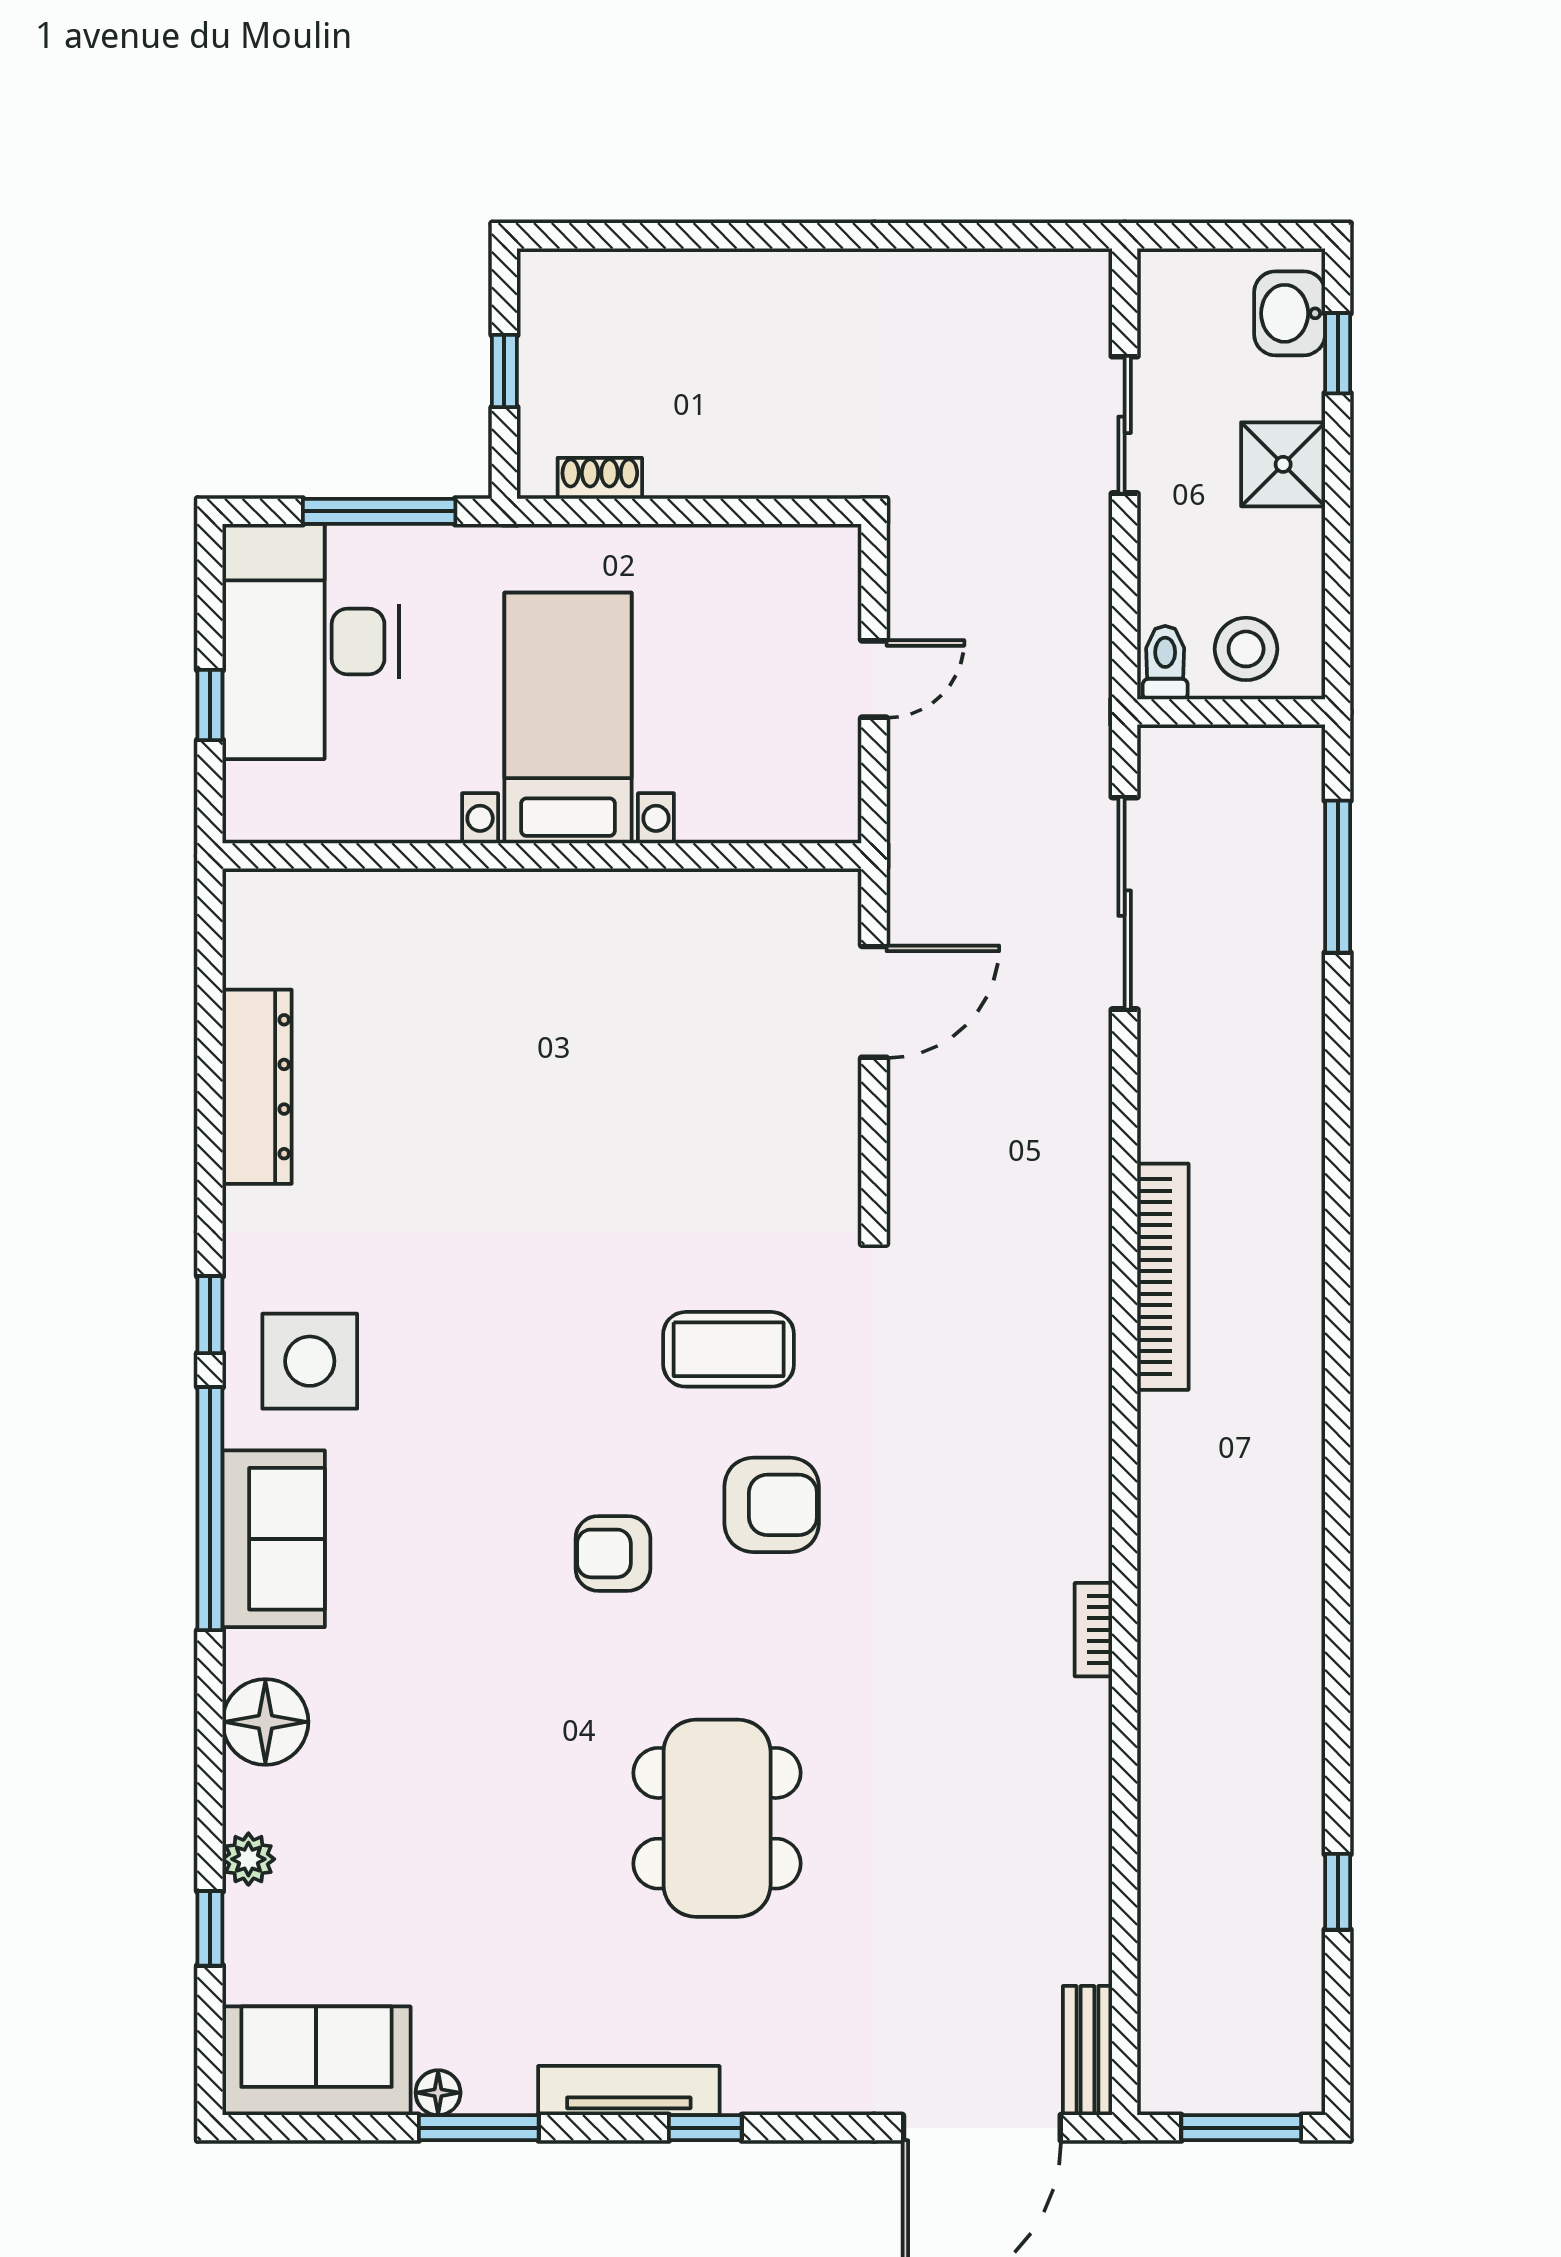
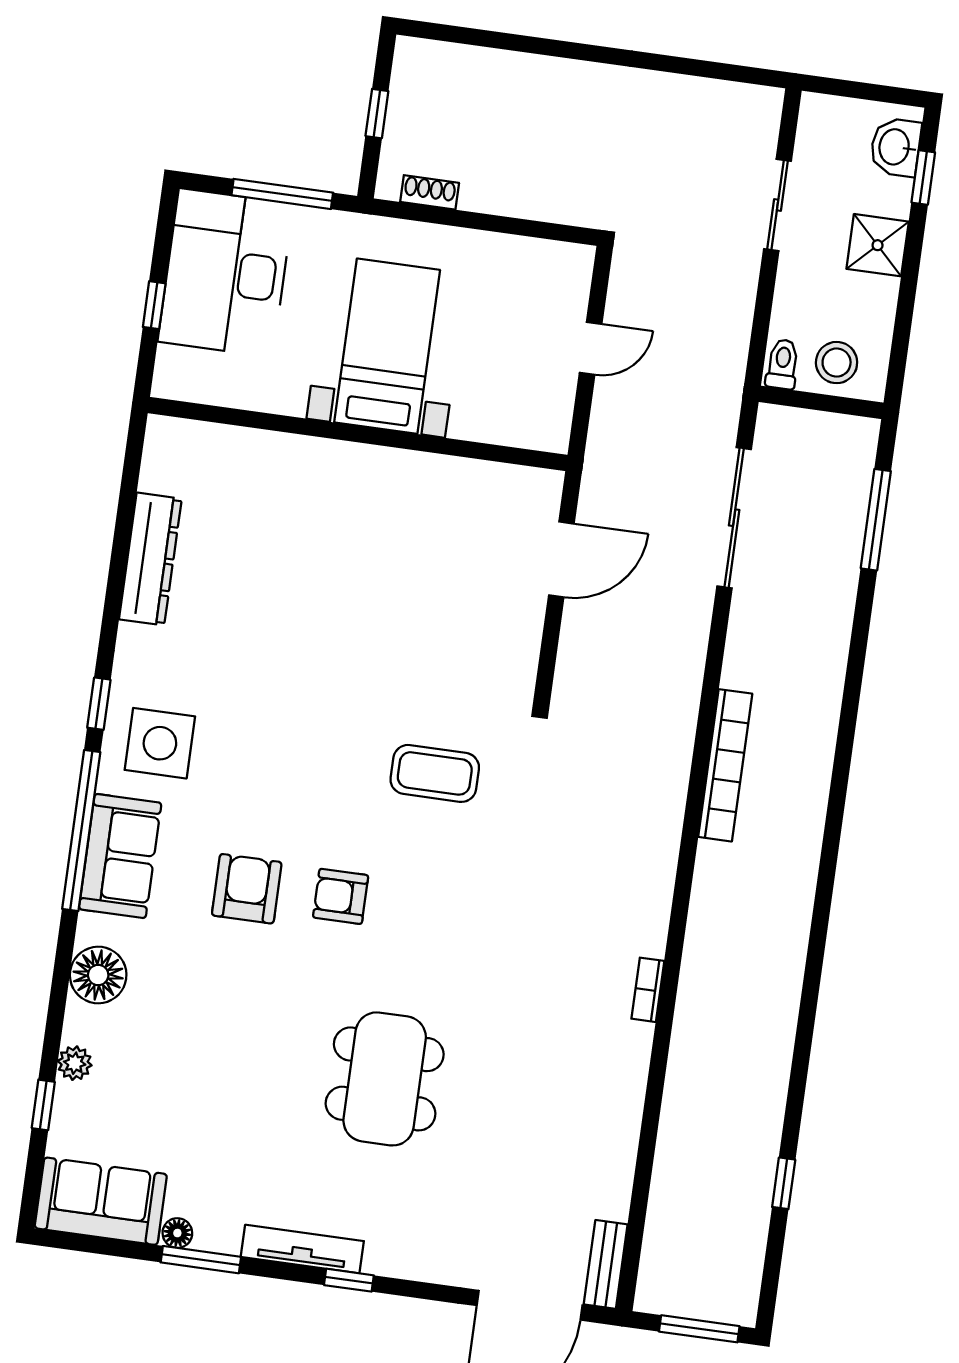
armchair: (772, 1505) -> (247, 889), moved, turned -90

